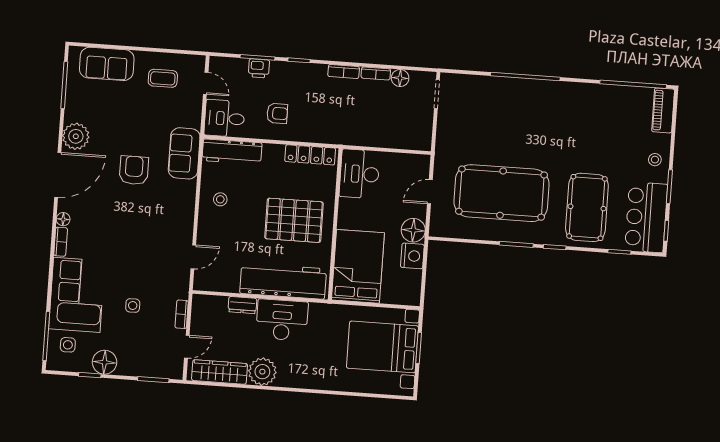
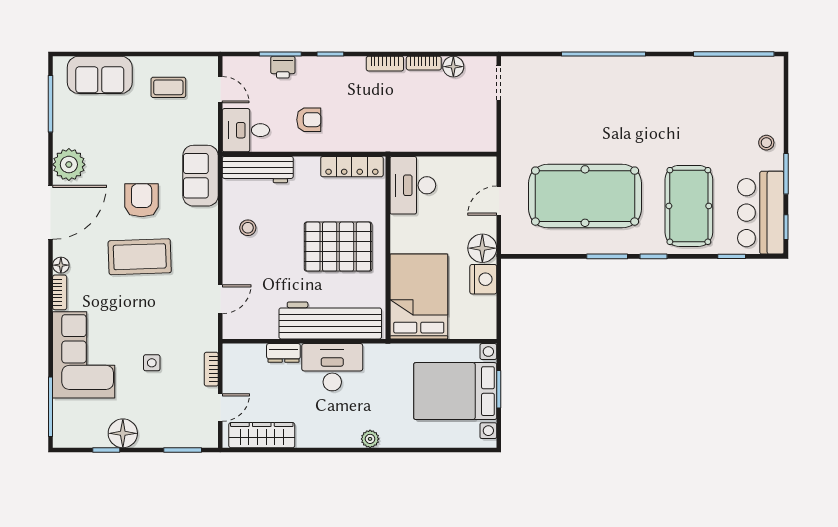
piano: (663, 110) -> (772, 83), removed
coffee table: (129, 217) -> (140, 257), added
side table: (68, 345) -> (77, 416), removed
plant: (262, 372) -> (370, 439), moved, width x0.53, depth x0.53

